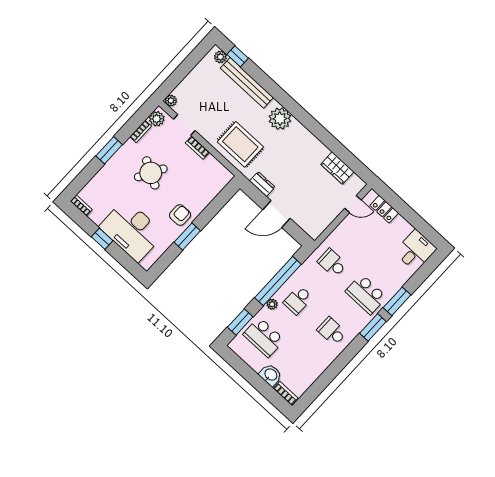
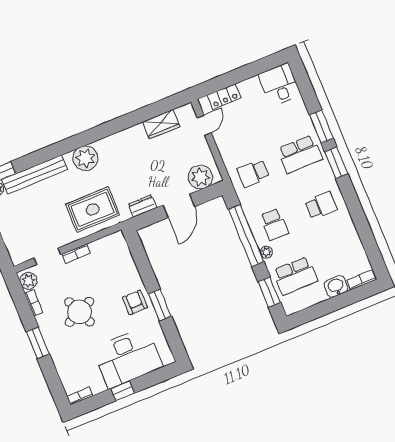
plant: (171, 101) -> (200, 177), moved, width x1.87, depth x1.87
round table: (151, 173) -> (79, 312), turned 37
school desk: (332, 331) -> (321, 205), turned 180

